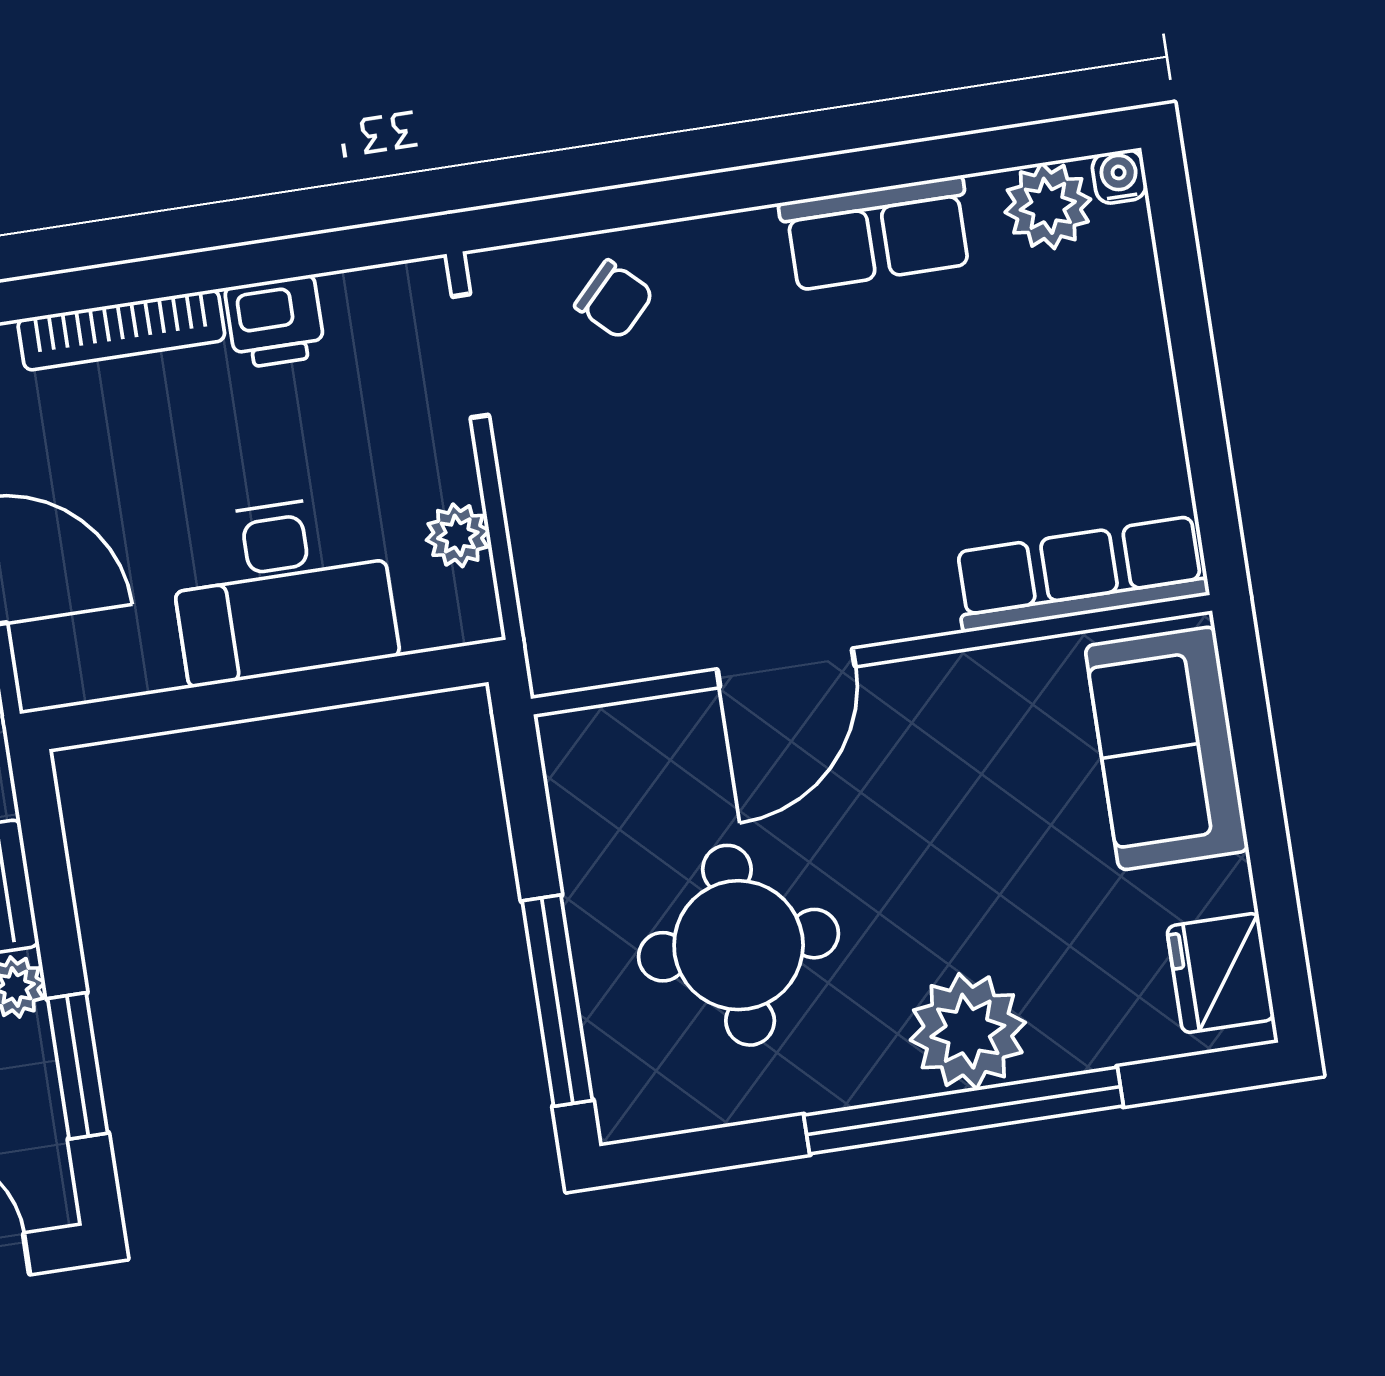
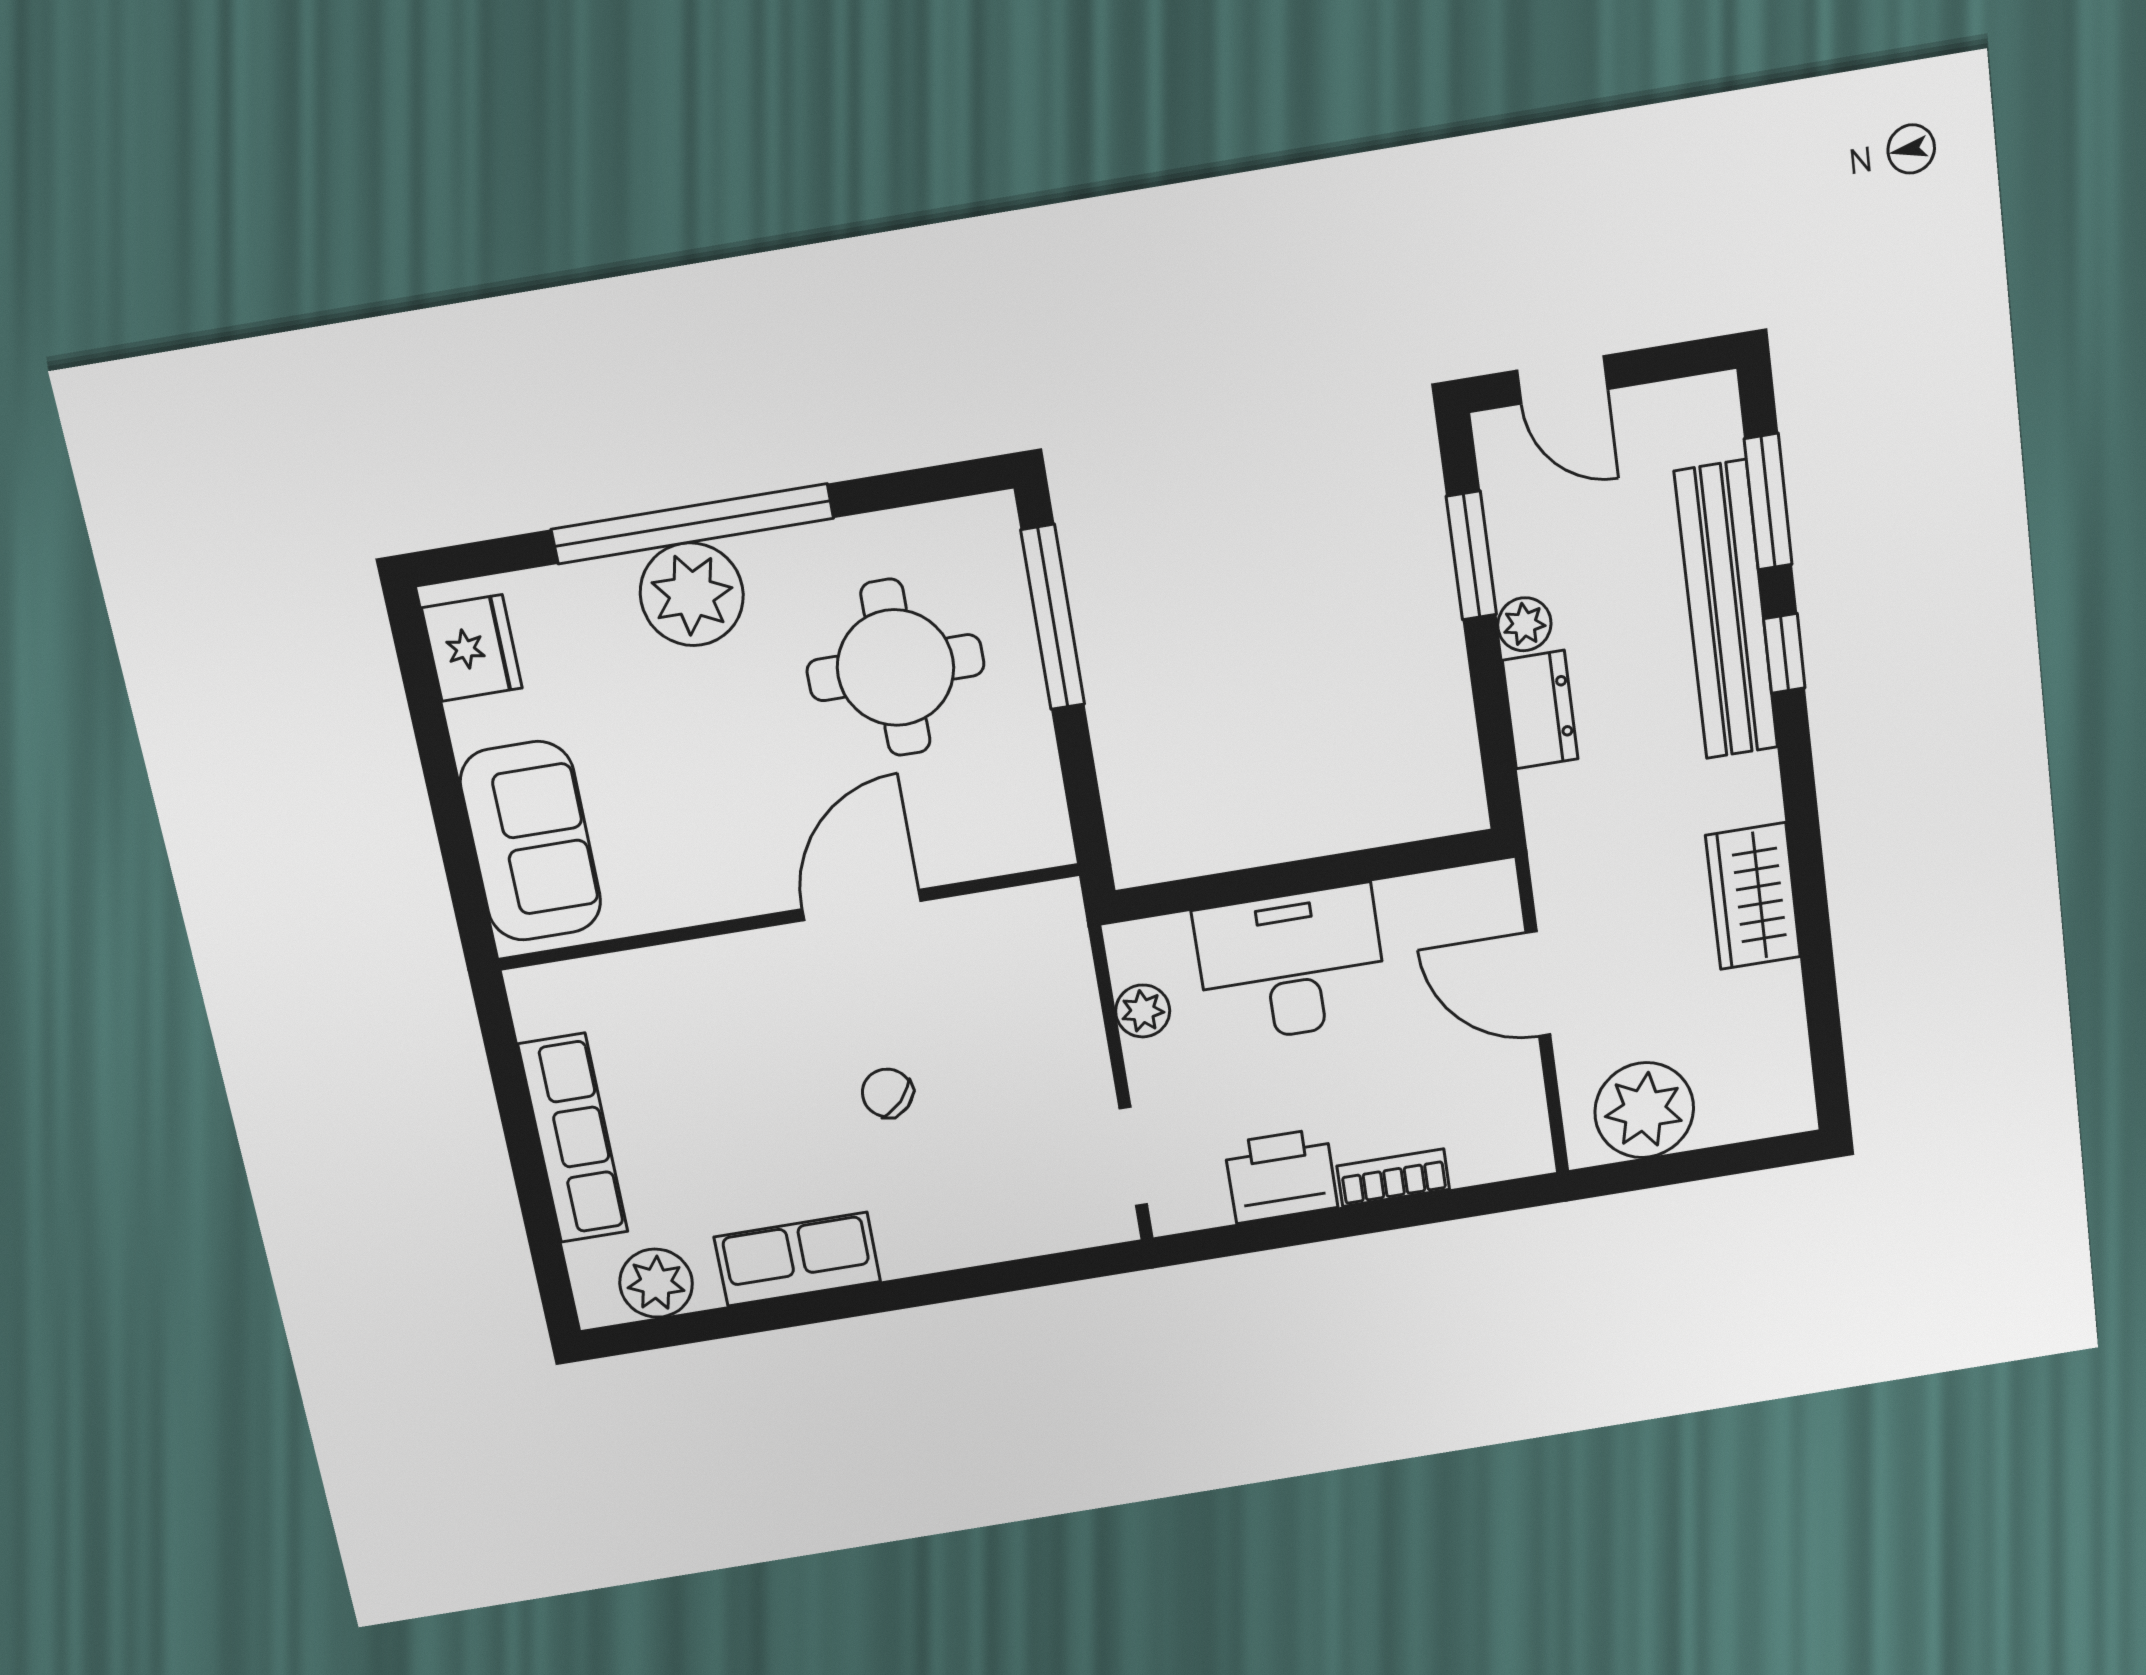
water cooler: (1119, 176) -> (598, 1307), removed
chair: (614, 299) -> (887, 1093), moved
printer: (275, 322) -> (1281, 1176), width x1.36, depth x1.24
bookcase: (121, 330) -> (1393, 1178), width x0.64
row of seats: (1080, 574) -> (573, 1138), moved, turned -90

